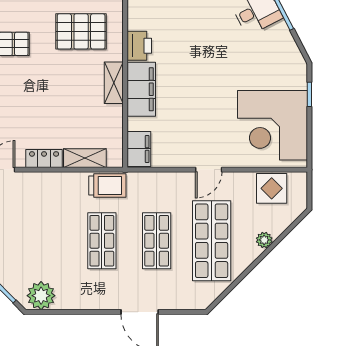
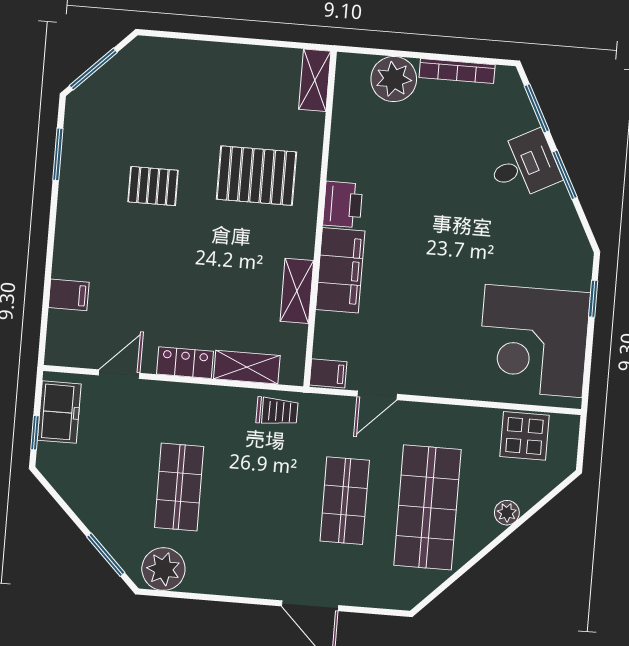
shelving: (114, 83) -> (297, 291), moved
filing cabinet: (139, 149) -> (328, 373), width x0.50
door: (209, 170) -> (377, 395), moved
trolley: (107, 186) -> (277, 411), width x0.73, depth x0.72
shop shelf: (102, 241) -> (179, 487), moved

